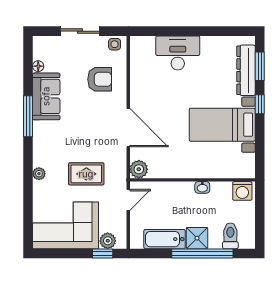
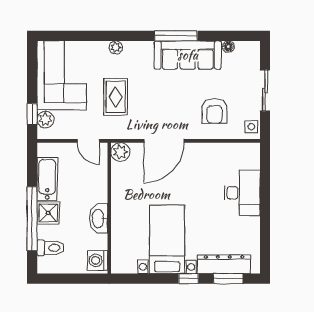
sofa: (46, 96) -> (188, 55), width x1.36
washbasin: (202, 187) -> (99, 218), width x1.91, depth x1.45

